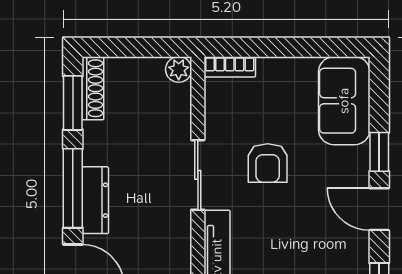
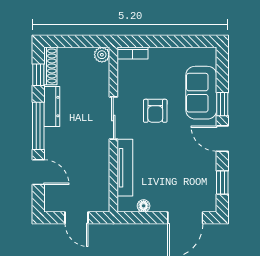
sofa: (344, 101) -> (201, 93), moved
window: (73, 103) -> (38, 75), width x0.67
dresser: (95, 200) -> (52, 107), moved

